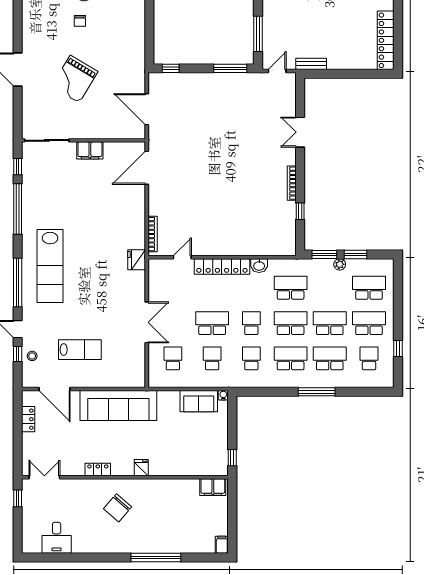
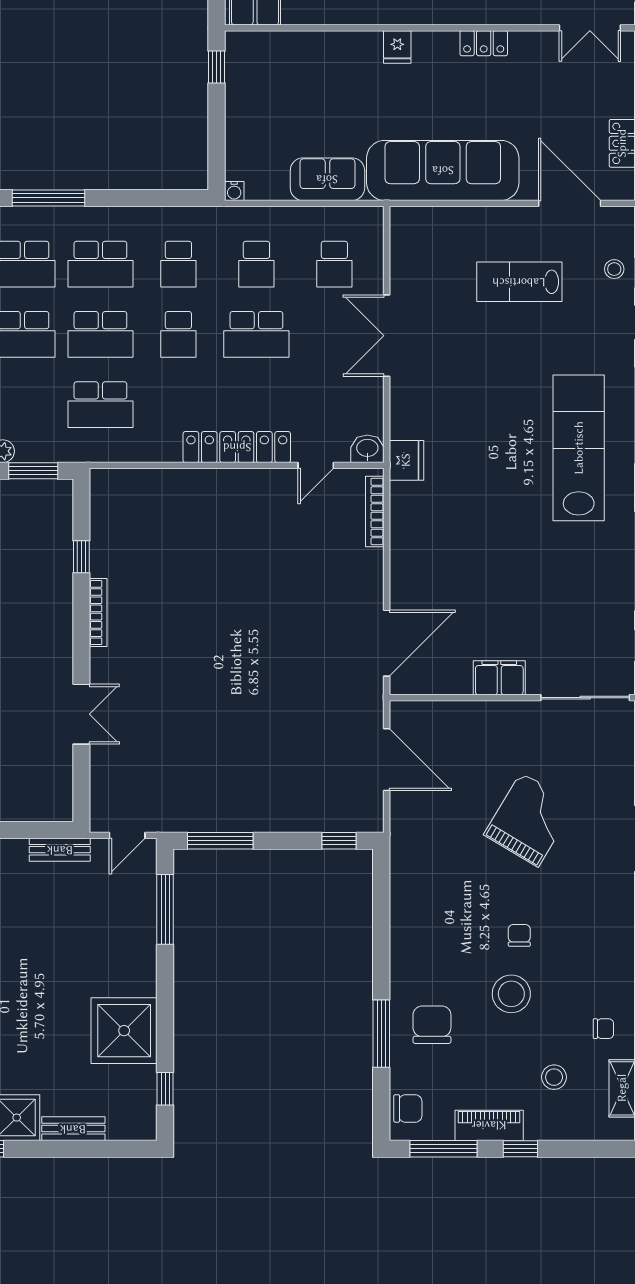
washbasin: (259, 266) -> (367, 449), moved
sofa: (199, 401) -> (327, 179), moved

